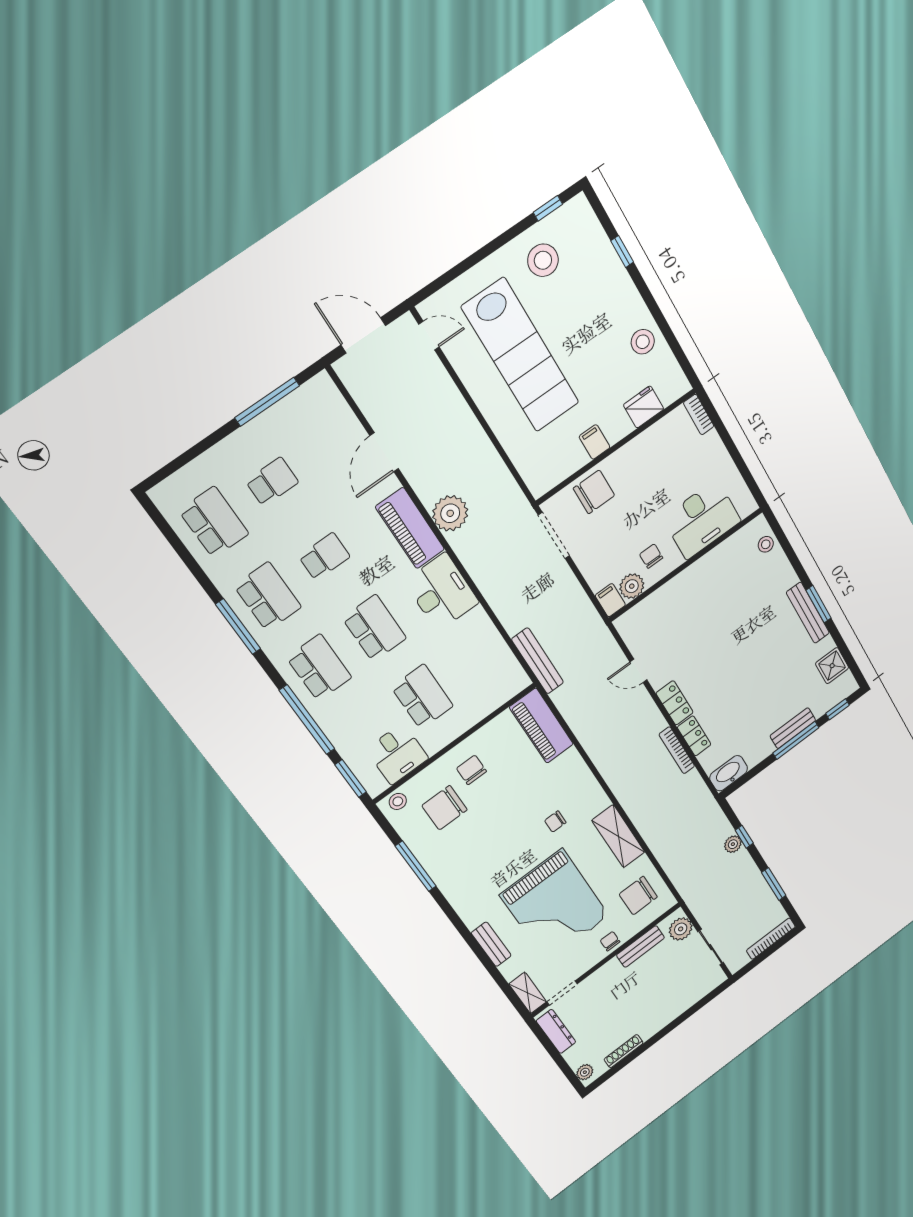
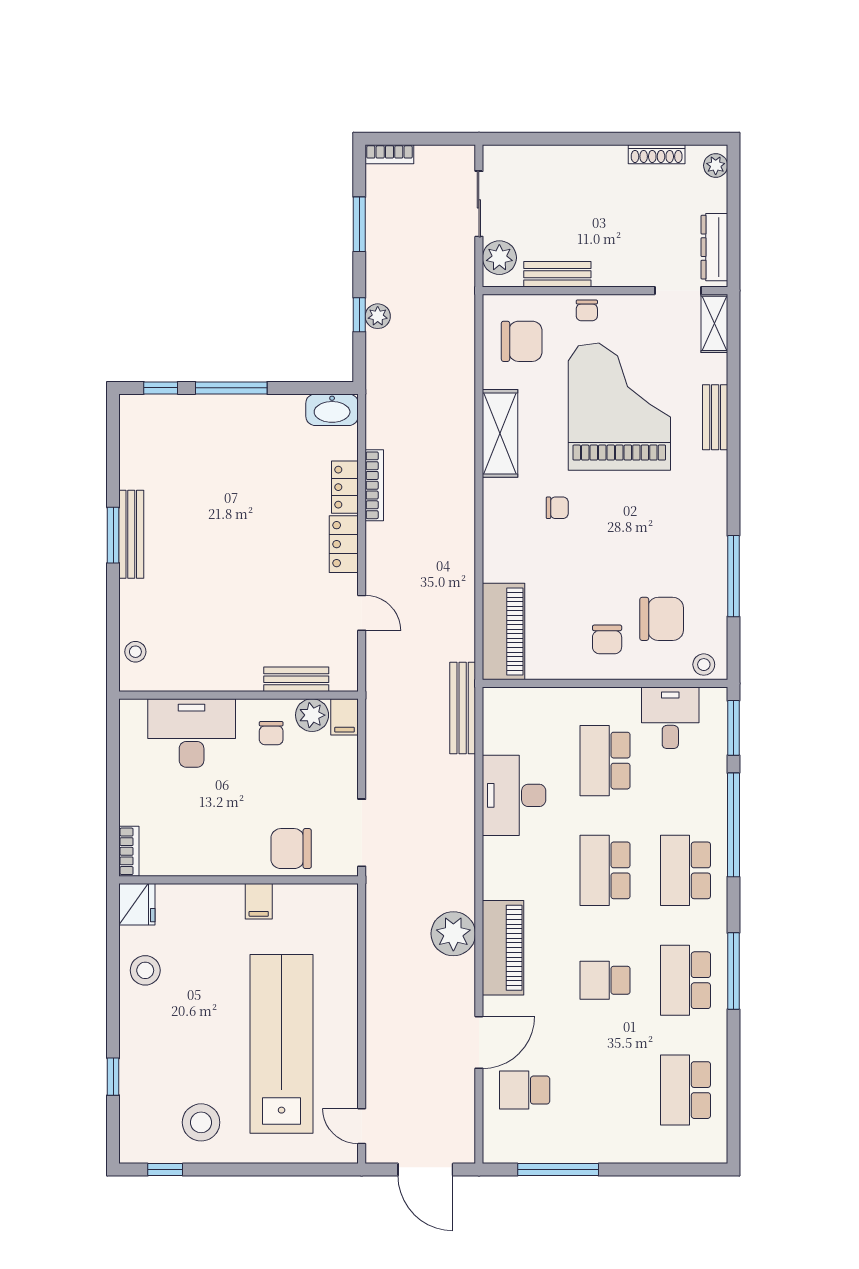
fridge: (644, 407) -> (137, 904), moved, turned -90
school desk: (272, 482) -> (525, 1090), moved
desk: (442, 592) -> (514, 795), moved
shower: (832, 666) -> (138, 448), removed
bench: (793, 728) -> (296, 679), moved
bookcase: (771, 939) -> (389, 154), width x0.64

